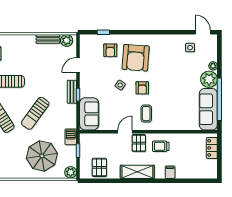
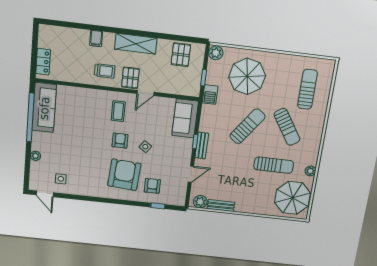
plant: (209, 79) -> (41, 142), removed

